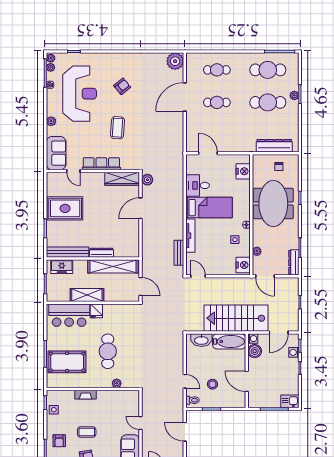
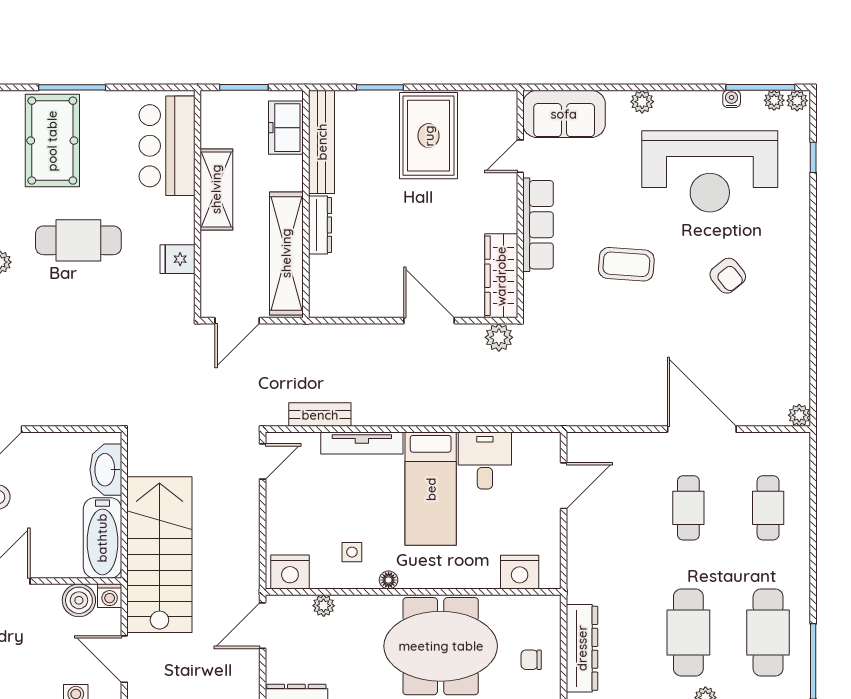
plant: (175, 61) -> (799, 415), width x0.53, depth x0.53
fridge: (96, 311) -> (177, 259), moved

